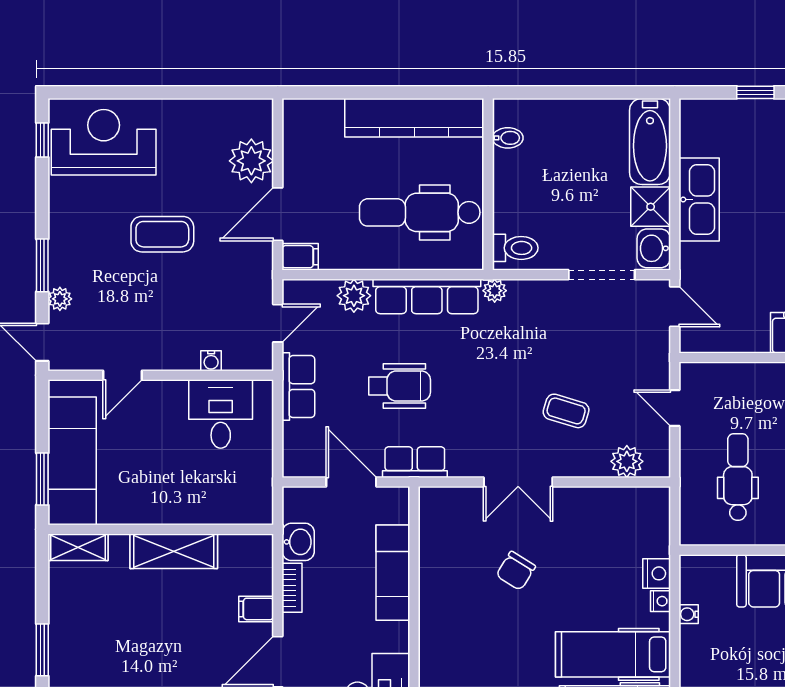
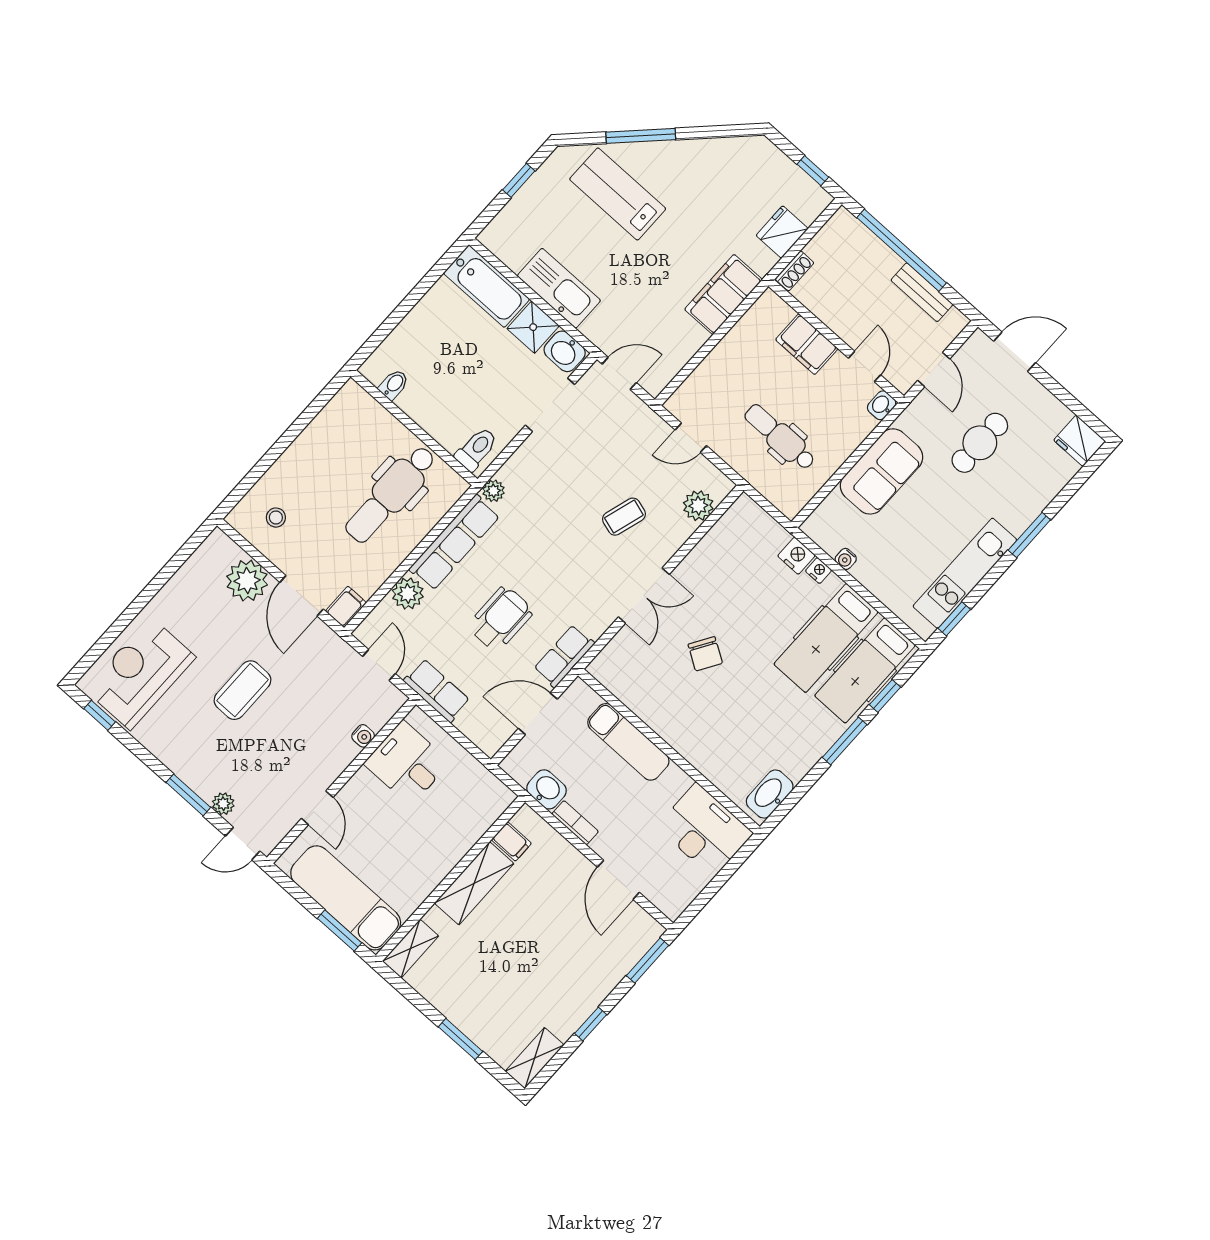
kitchen counter: (414, 118) -> (320, 438), removed
stool: (321, 139) -> (276, 518), added
filing cabinet: (256, 609) -> (511, 842), moved, turned -90

